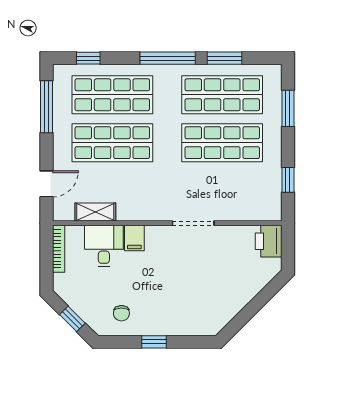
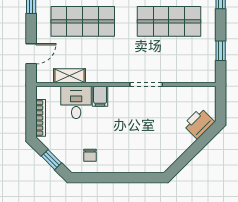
printer: (269, 241) -> (199, 123), moved, turned 45
bookcase: (59, 249) -> (41, 118), moved
window: (154, 342) -> (115, 178), removed

